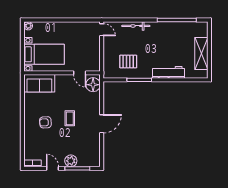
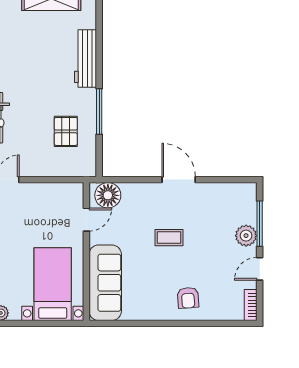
sofa: (39, 83) -> (105, 283), width x1.36
armchair: (45, 122) -> (188, 298), moved

